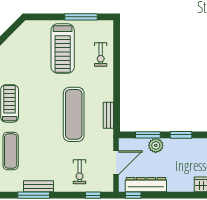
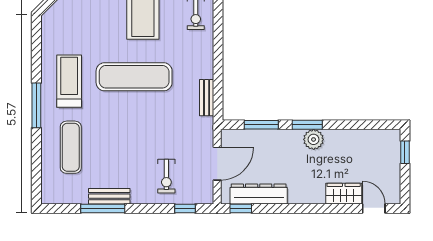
exercise mat: (74, 114) -> (134, 77), moved, turned 90
plant: (156, 145) -> (314, 139), moved

